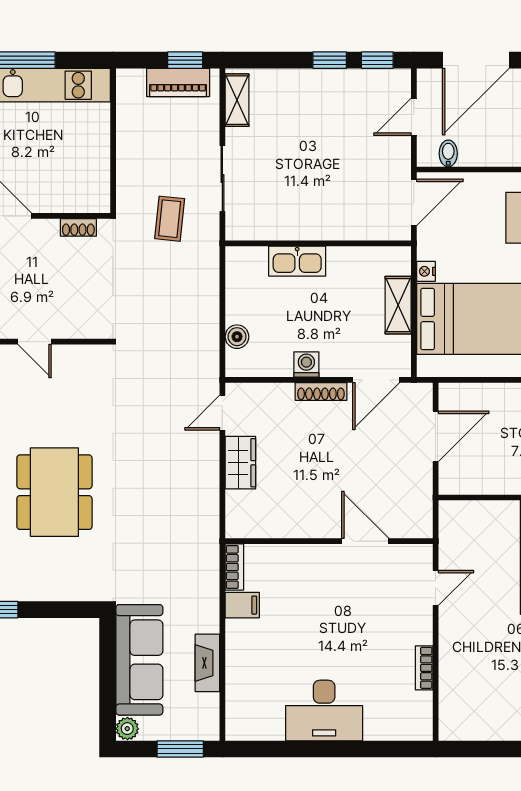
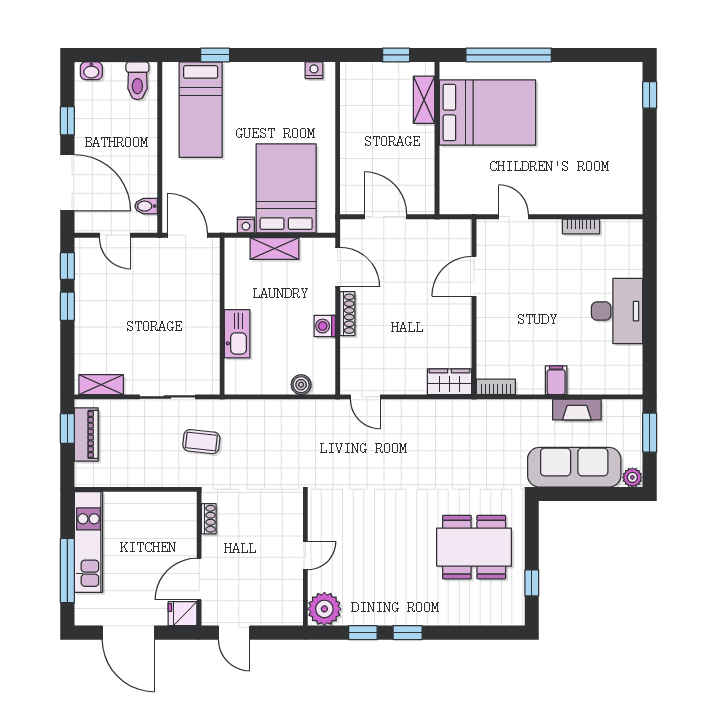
wardrobe: (240, 463) -> (449, 382), moved
dining table: (54, 492) -> (474, 547), moved
filing cabinet: (242, 605) -> (556, 380), moved

